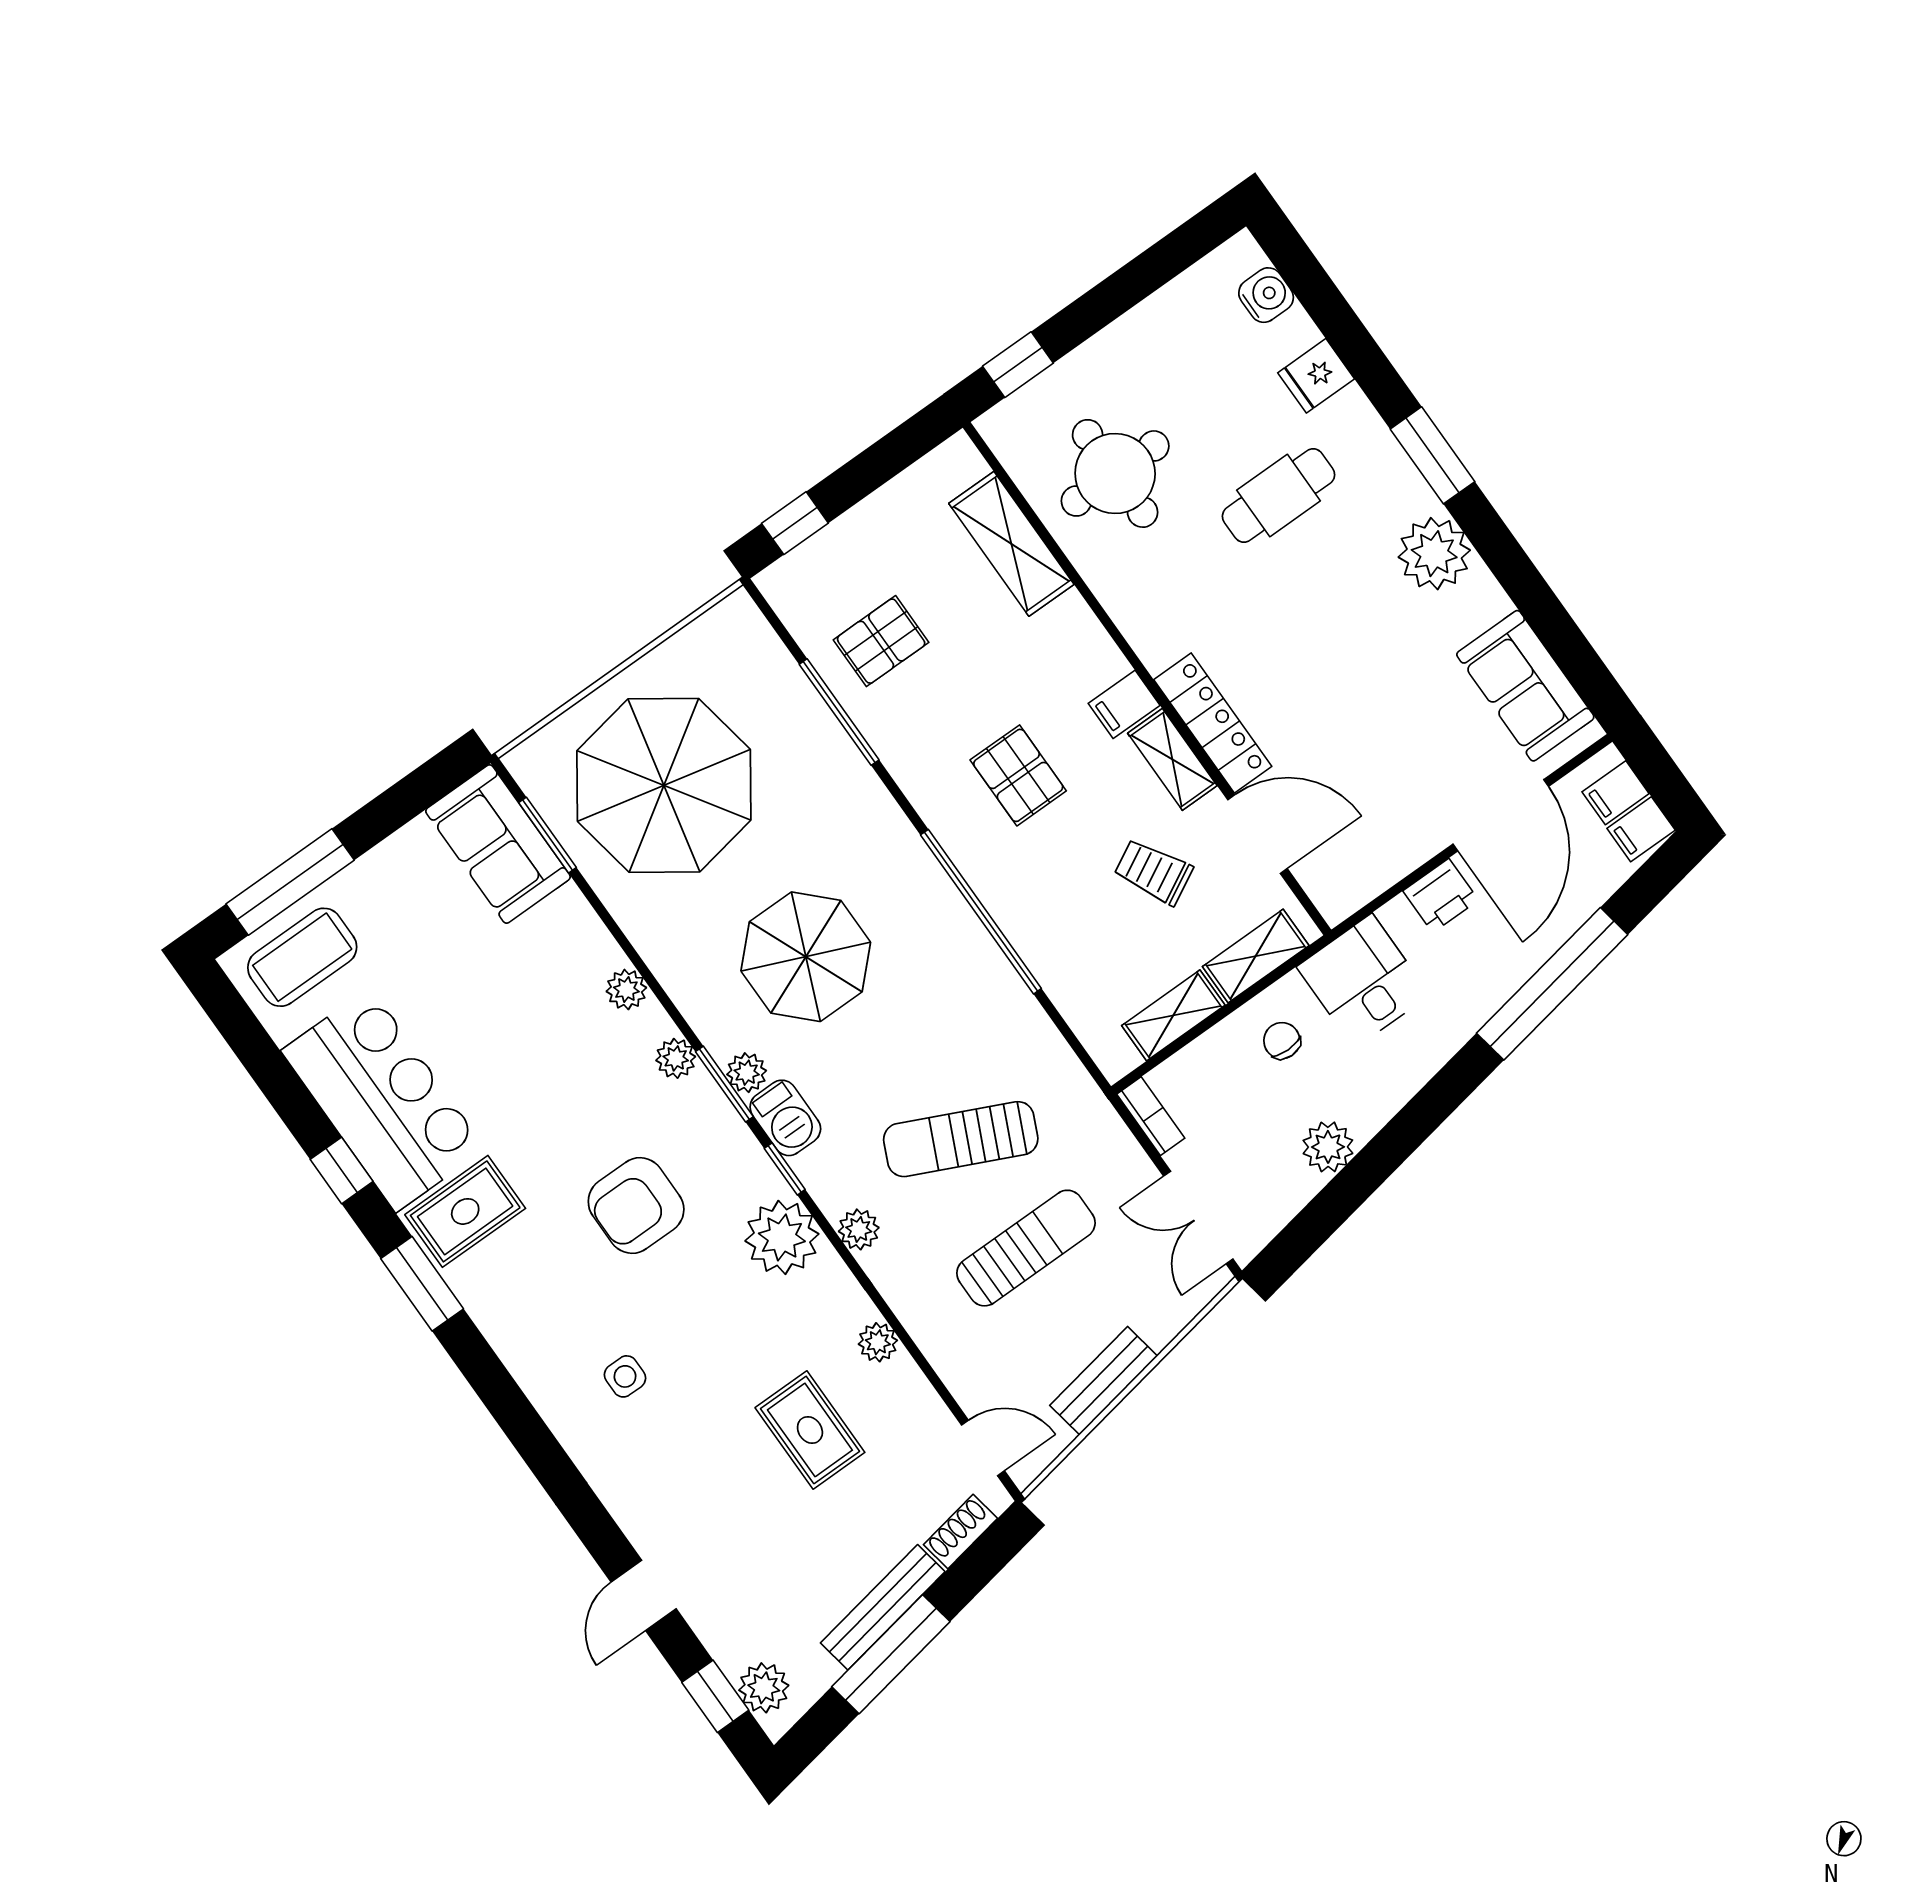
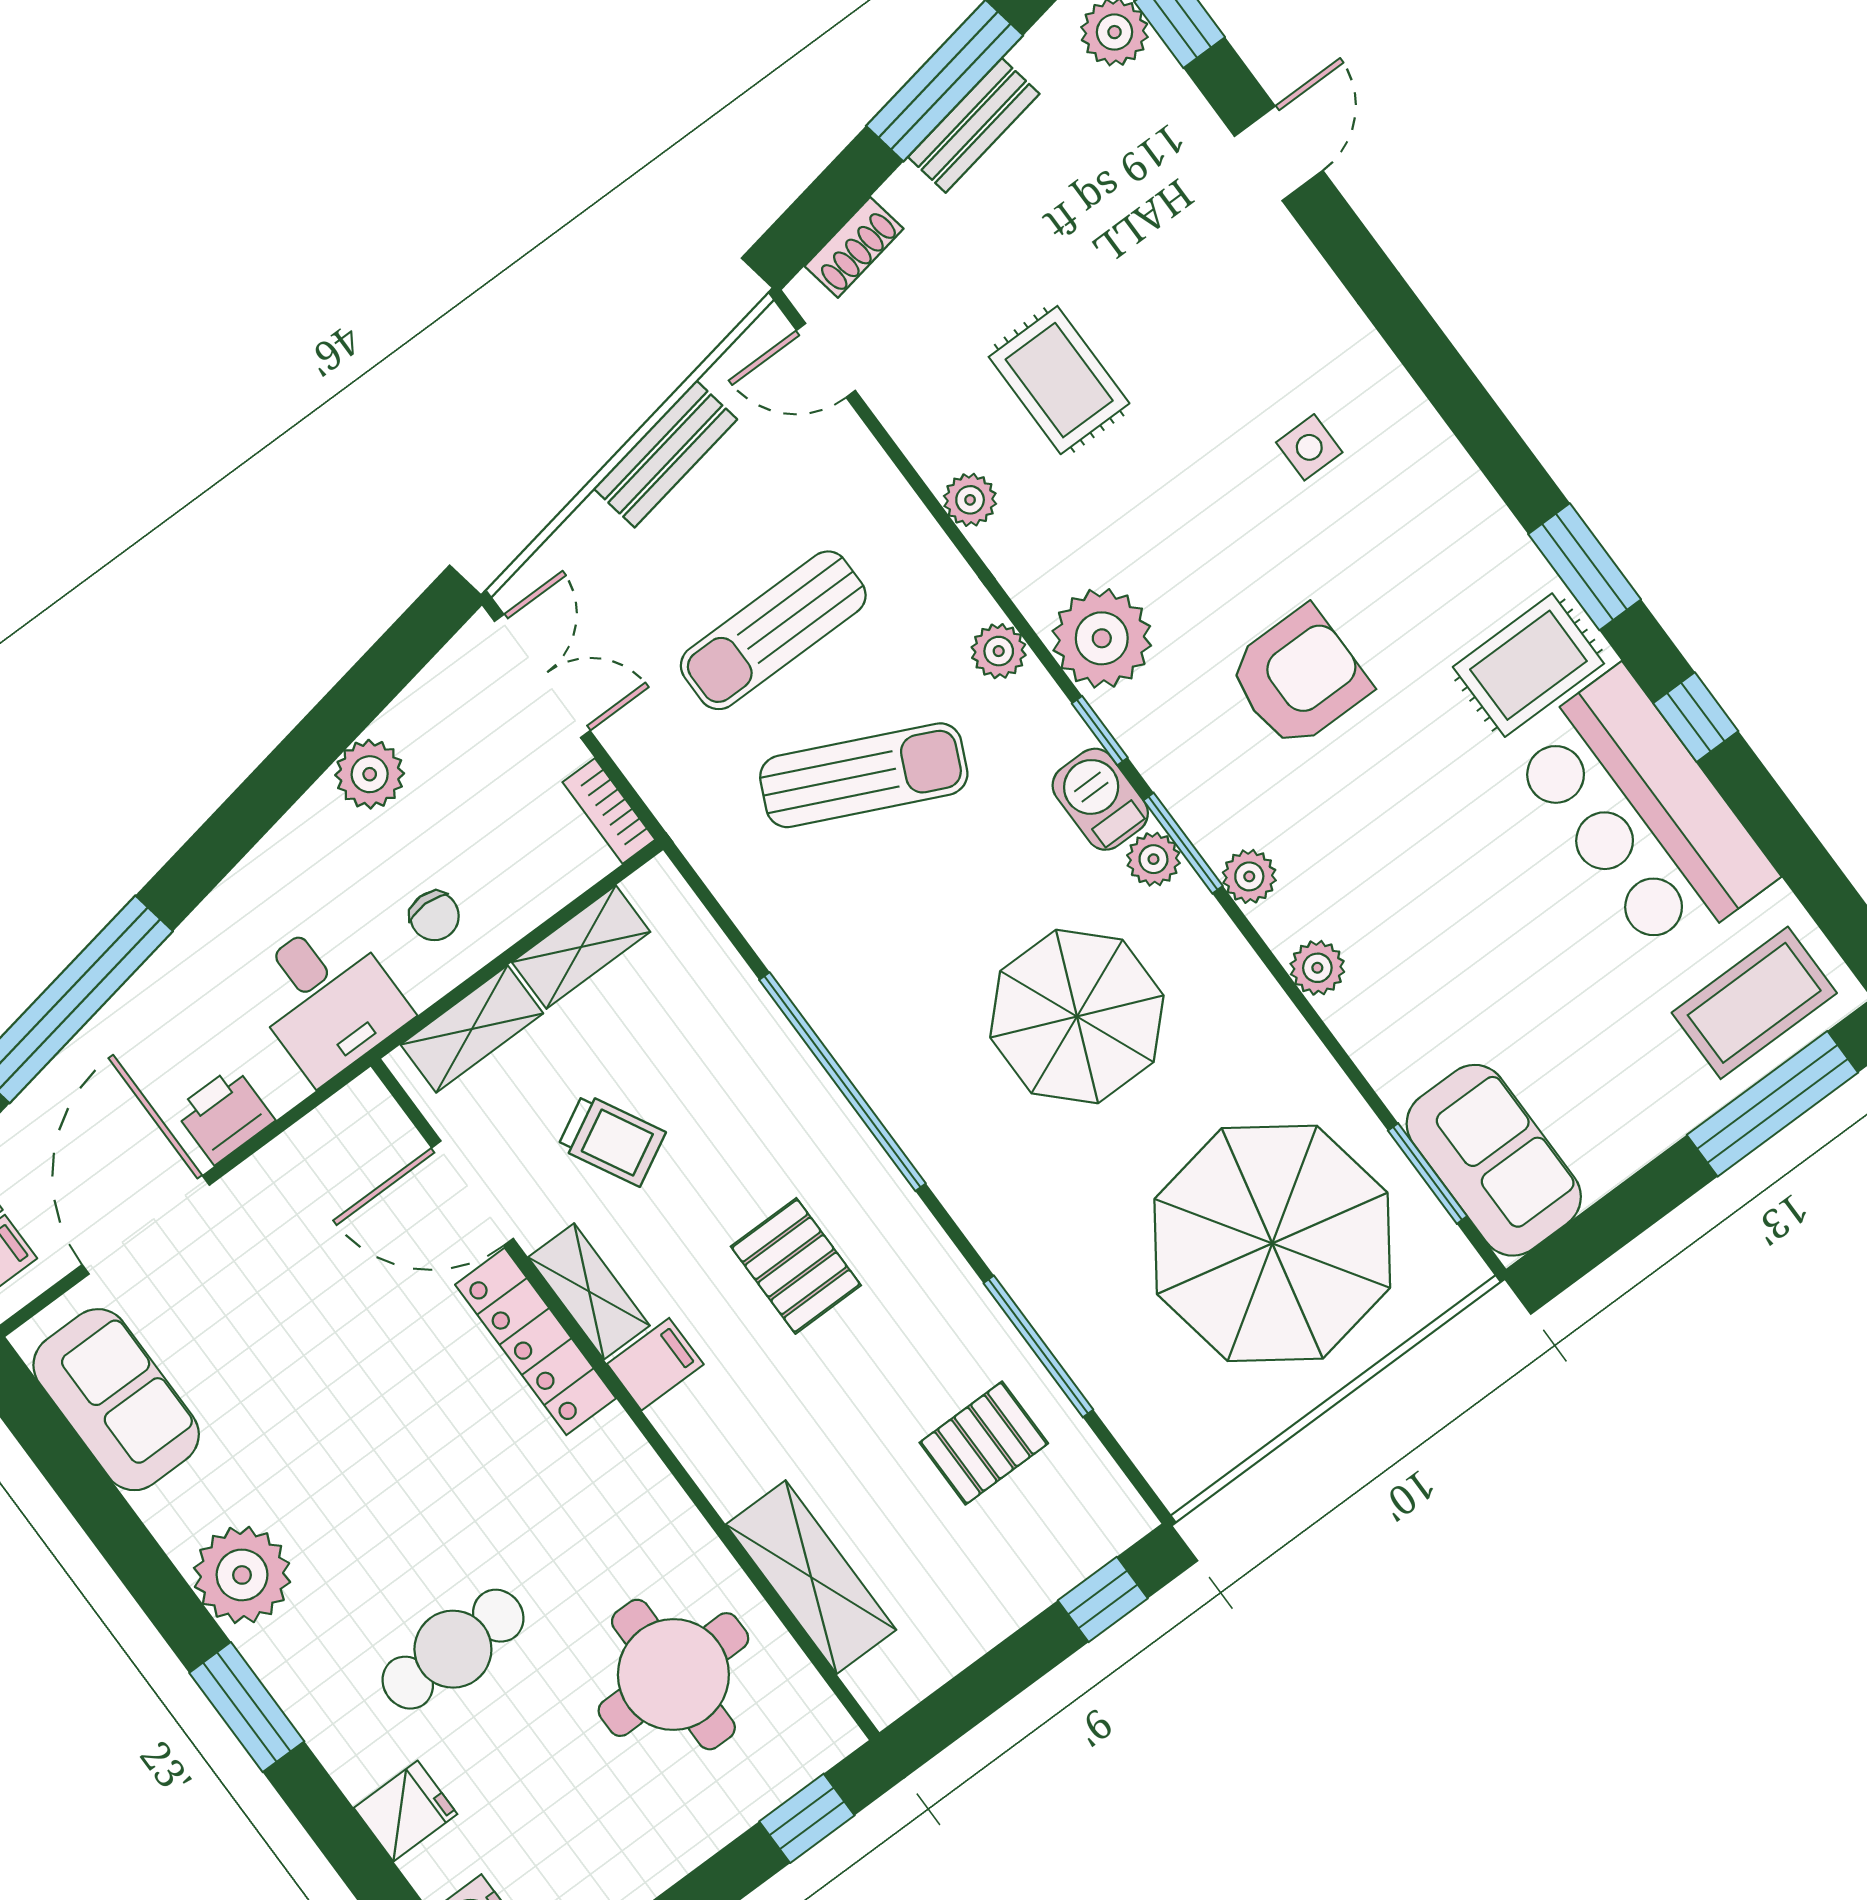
bench: (883, 1607) -> (974, 125), width x0.73

